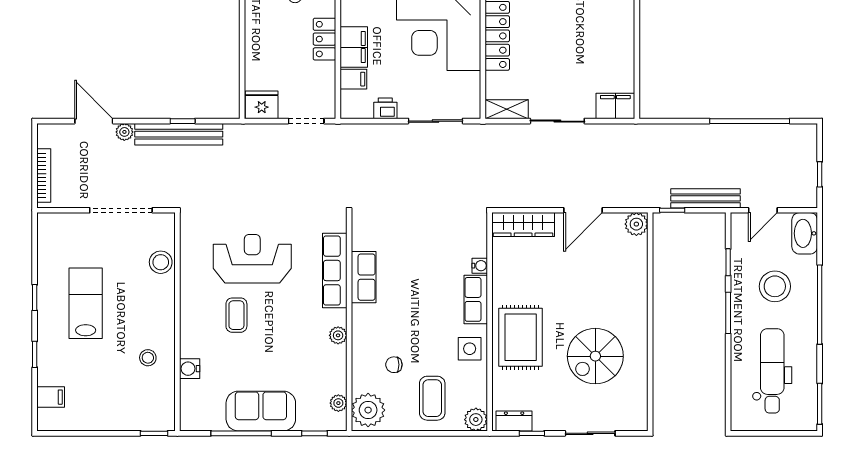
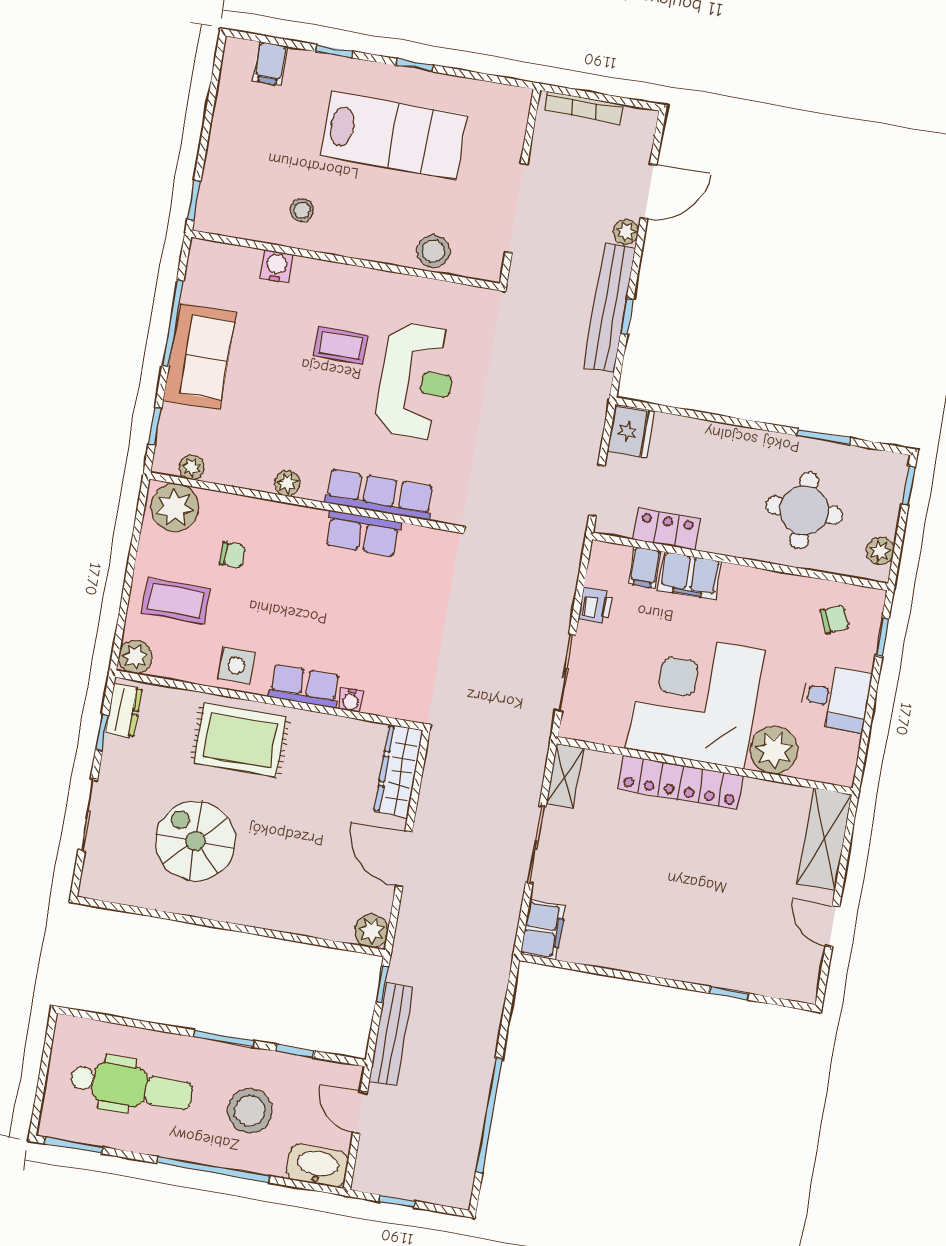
locker: (324, 39) -> (667, 529), moved
lab bench: (86, 303) -> (394, 136), width x1.36, depth x1.39
chair: (394, 365) -> (232, 555), turned 90

